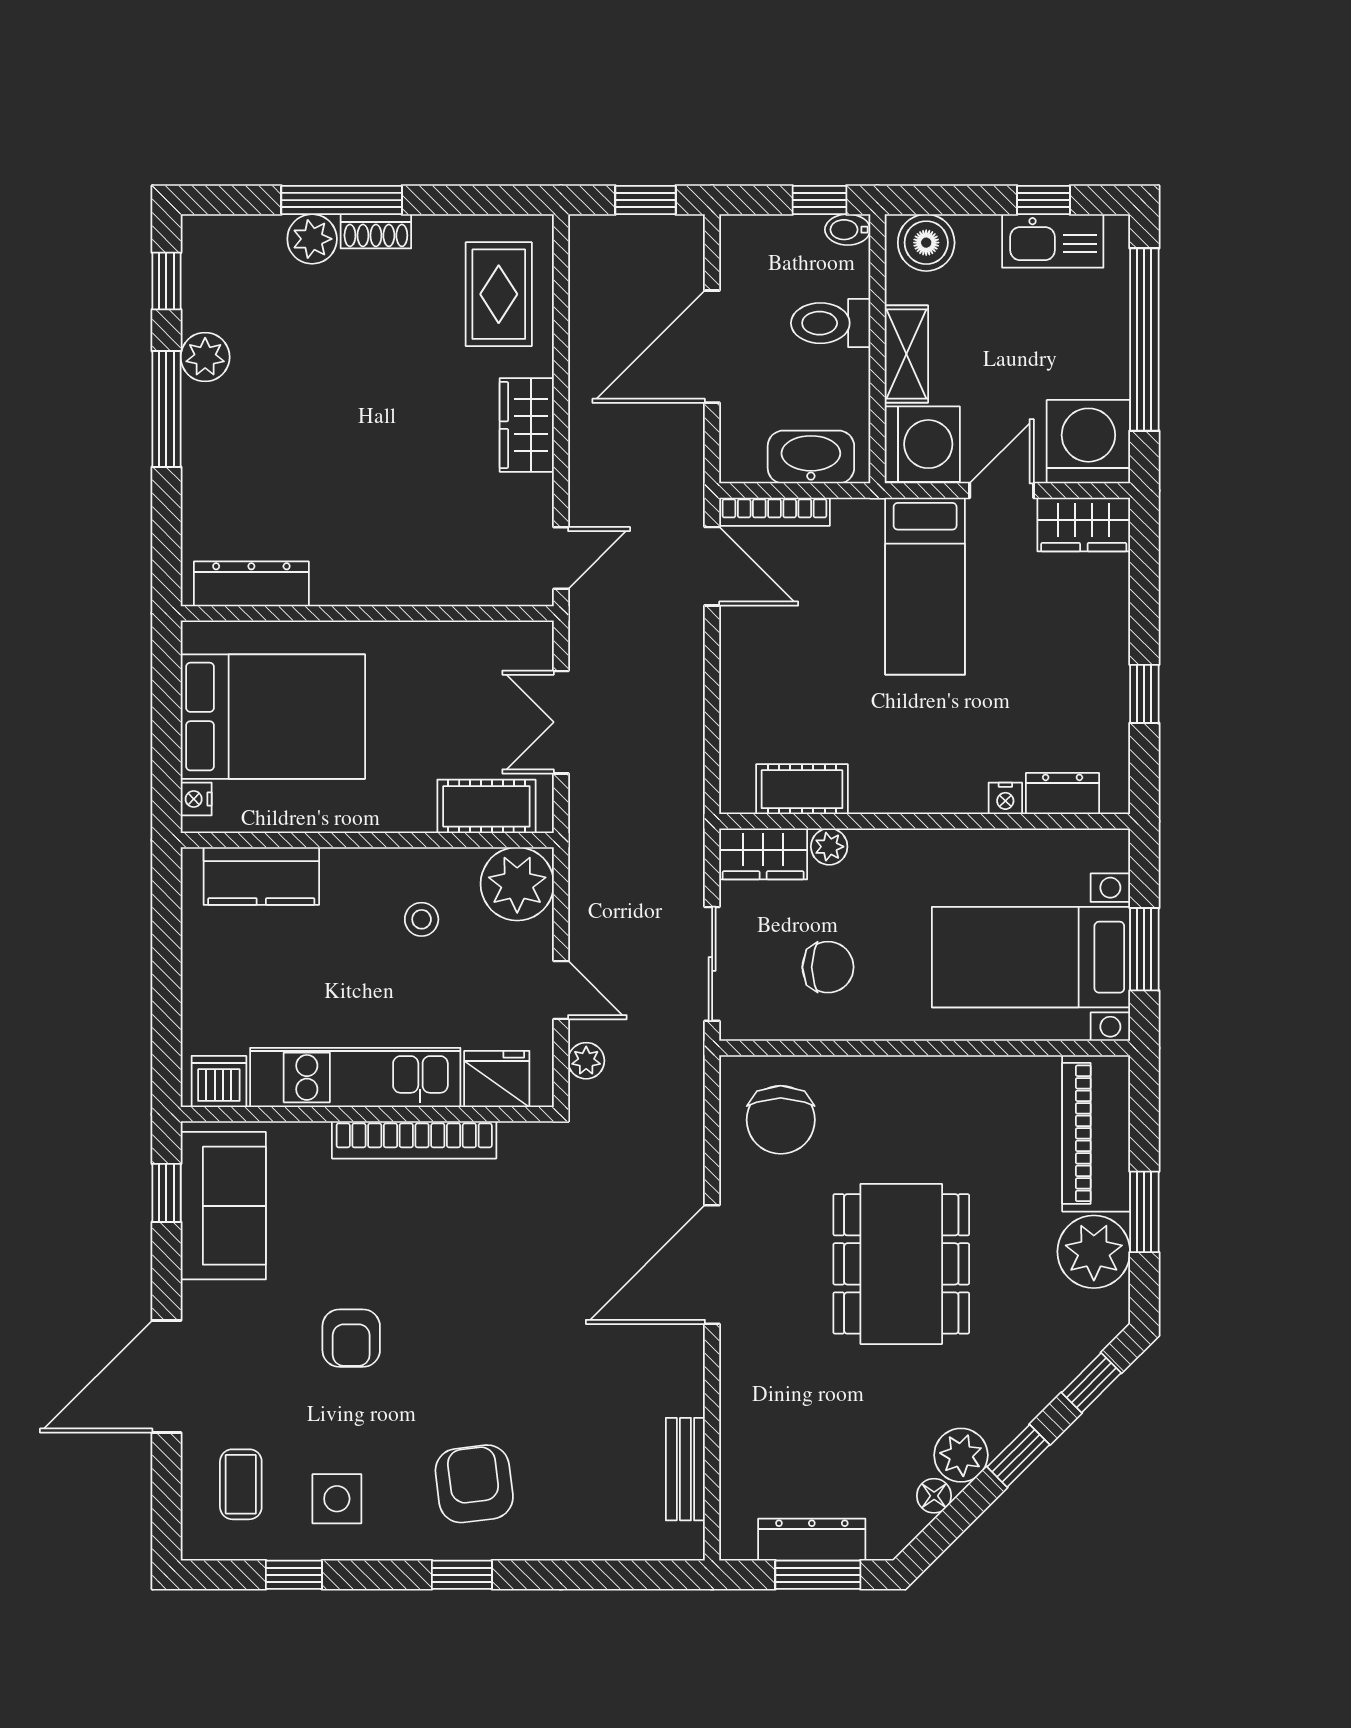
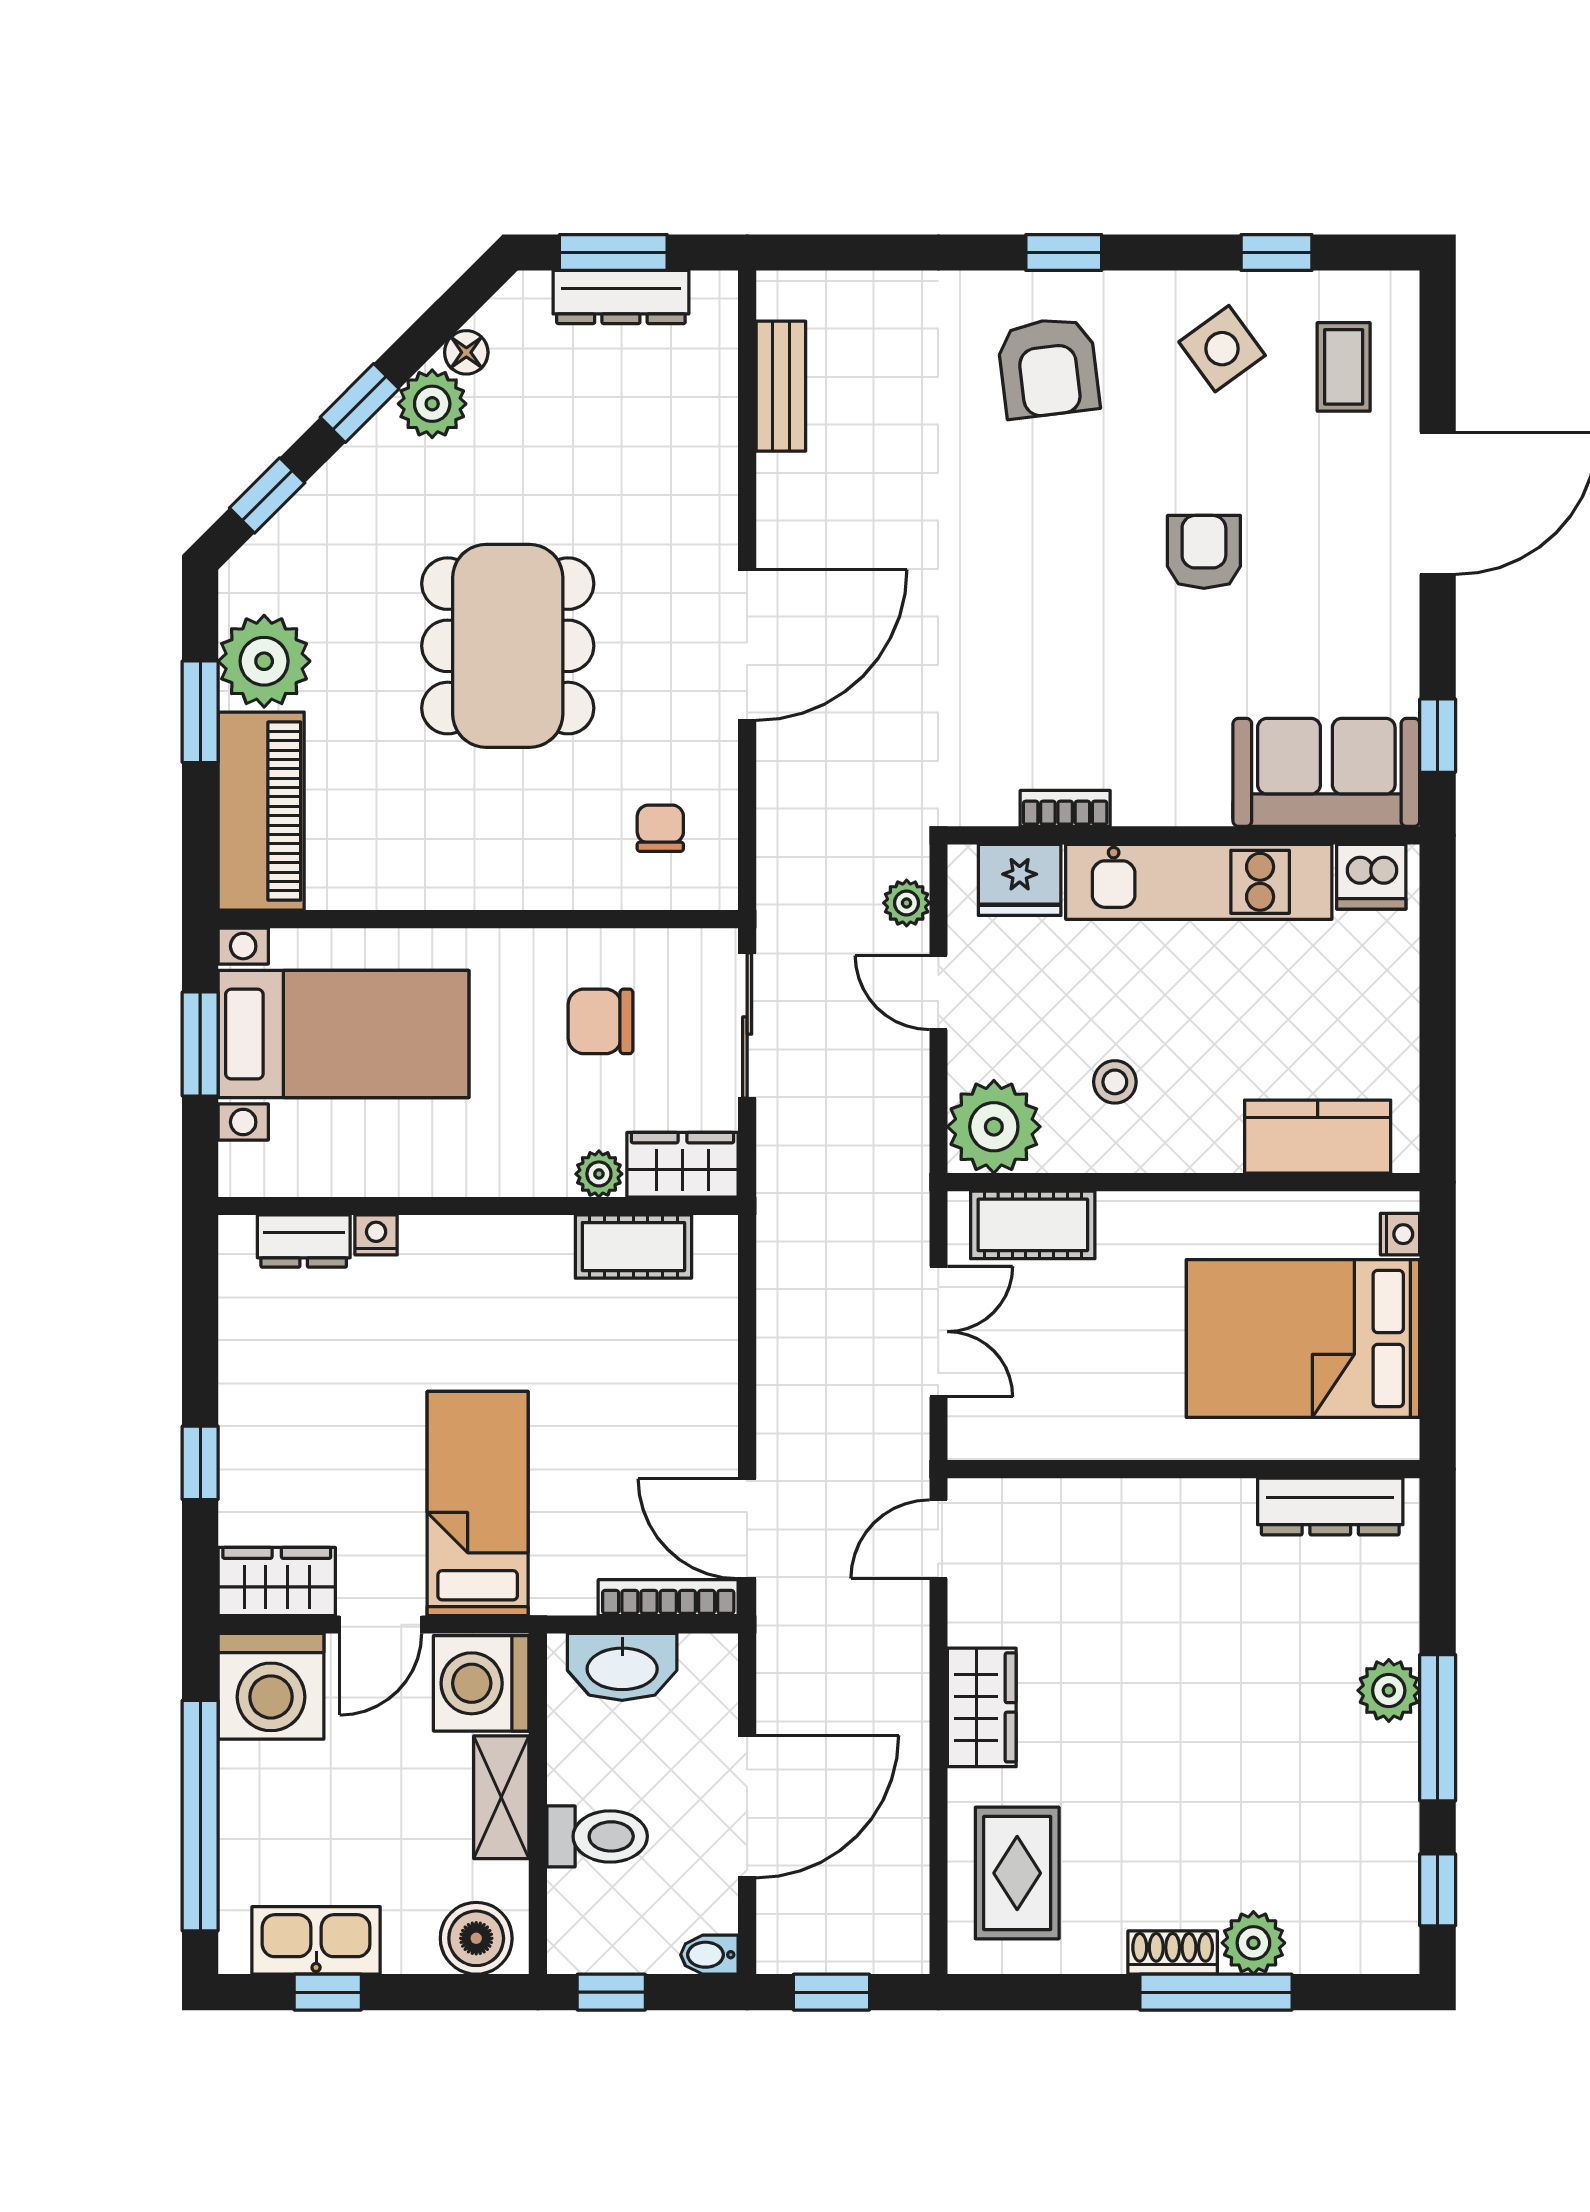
bidet: (848, 230) -> (709, 1955), moved, turned 180
plant: (205, 357) -> (1389, 1690), moved
window: (1144, 694) -> (200, 1463), moved
chair: (781, 1120) -> (660, 828), width x0.54, depth x0.54
bookcase: (414, 1140) -> (1065, 808), width x0.43, depth x0.76
sofa: (223, 1206) -> (1326, 772), moved, turned 90
side table: (337, 1499) -> (1222, 349), turned -36

